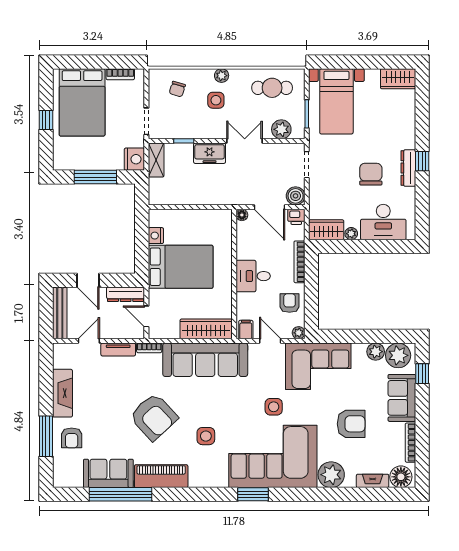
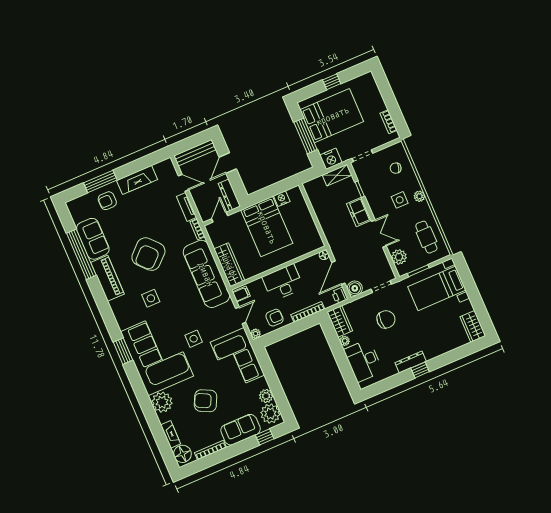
bed: (82, 102) -> (332, 116), moved, turned 180
chair: (371, 174) -> (386, 319), moved
desk: (253, 276) -> (283, 282), width x1.37
armchair: (351, 424) -> (206, 401), turned 116

